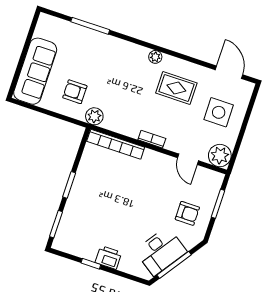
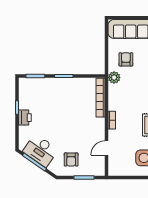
plant: (220, 156) -> (116, 168), removed

